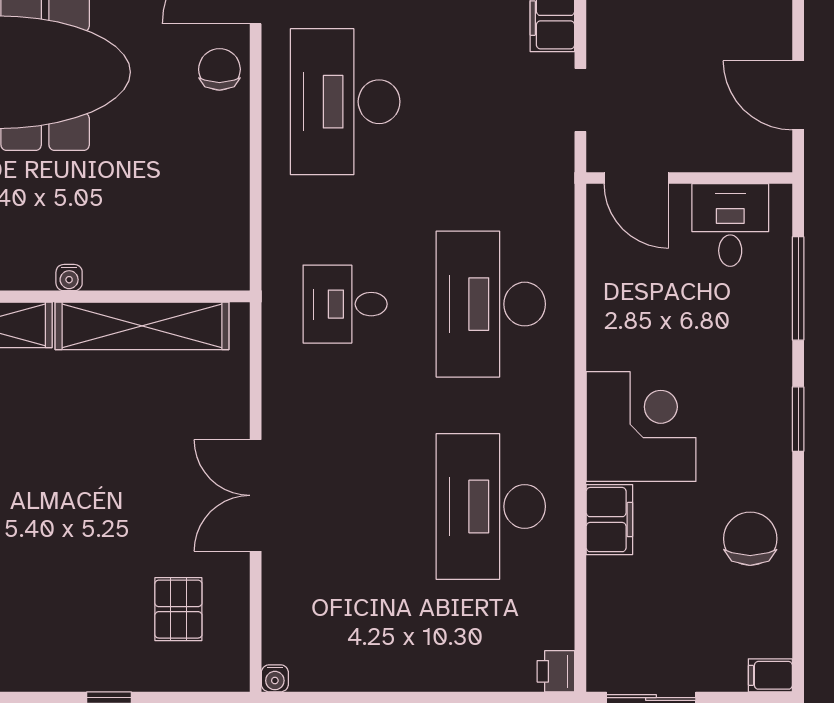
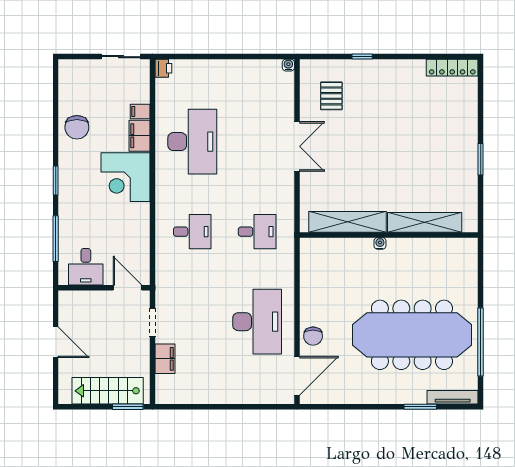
door: (798, 95) -> (56, 342), moved
desk: (491, 304) -> (192, 232), width x0.53, depth x0.77
filing cabinet: (770, 675) -> (140, 111), moved, turned 180

